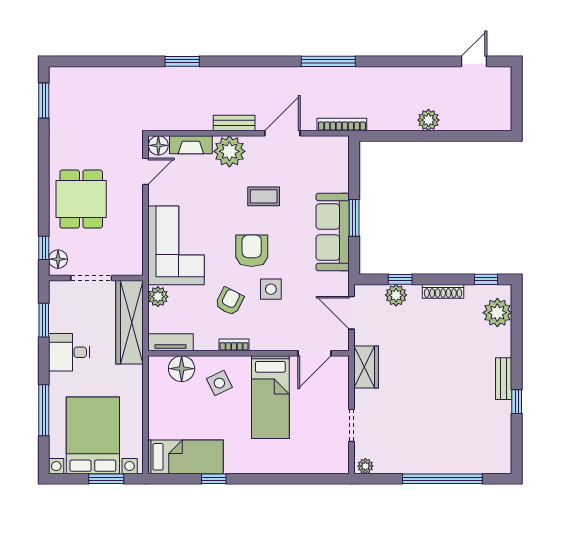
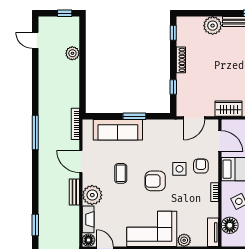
window: (517, 108) -> (65, 13), added
plant: (428, 120) -> (72, 53), moved
sofa: (333, 232) -> (118, 130), moved
plant: (396, 295) -> (183, 90), removed
armchair: (229, 301) -> (201, 166), moved, turned 63
plant: (497, 313) -> (213, 26), moved

